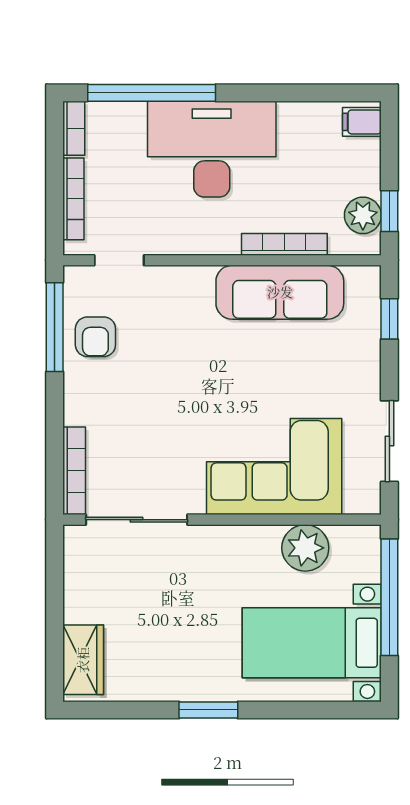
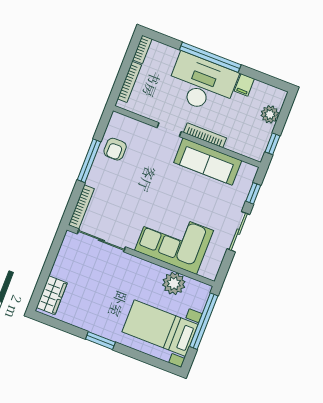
window: (152, 93) -> (210, 57), moved
filing cabinet: (362, 122) -> (244, 85), moved, turned -90
plant: (363, 215) -> (270, 114), moved
bookcase: (284, 244) -> (205, 135), moved
doorway: (119, 260) -> (169, 130), moved
window: (55, 327) -> (89, 161), moved
sliding door: (389, 441) -> (238, 232), moved

